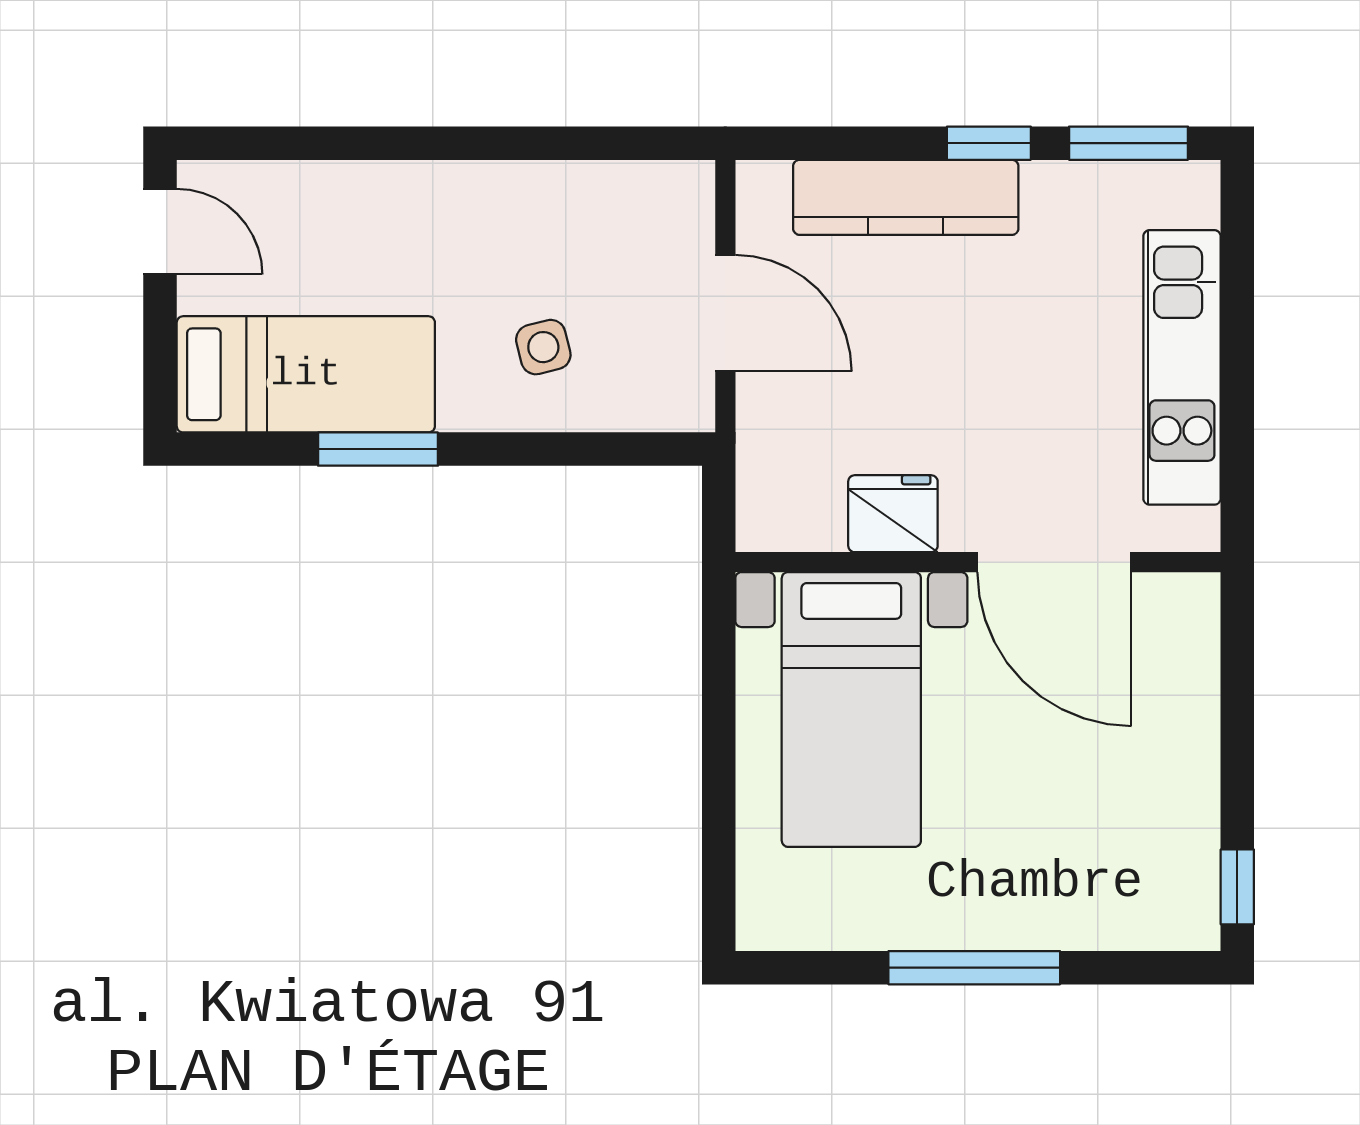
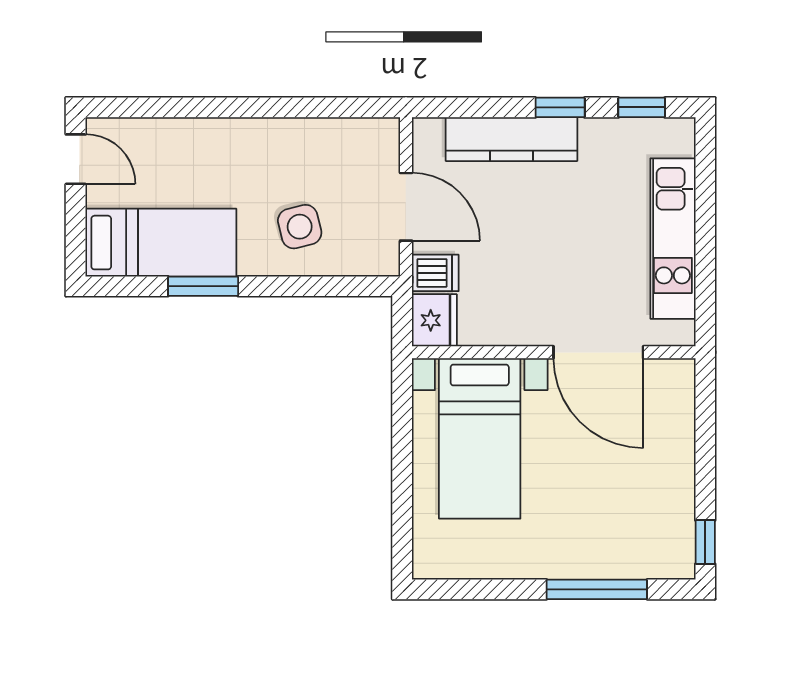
window: (1128, 143) -> (642, 107), width x0.67
side table: (543, 347) -> (300, 227), width x1.37, depth x1.37
dishwasher: (775, 426) -> (435, 273), added
fridge: (893, 514) -> (434, 320), moved, turned 90
window: (974, 968) -> (597, 589), moved

